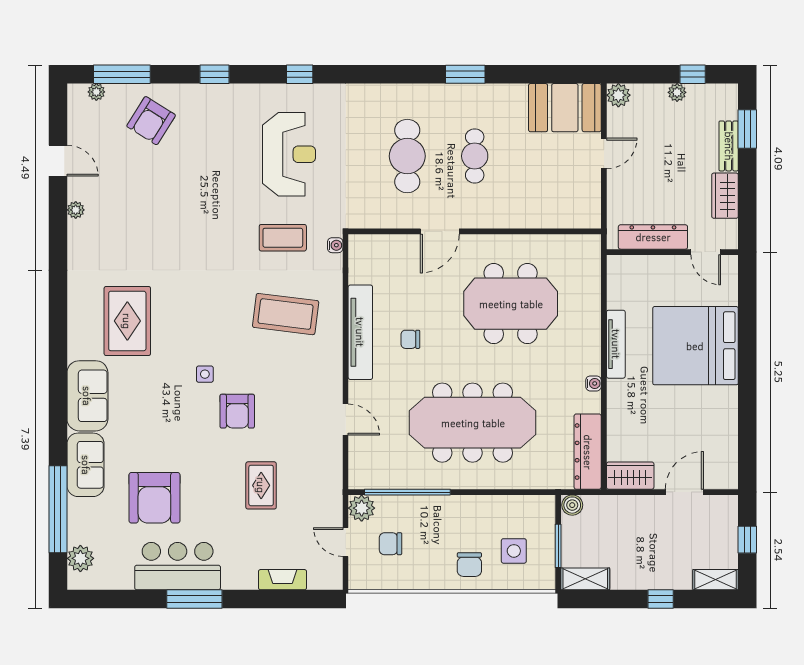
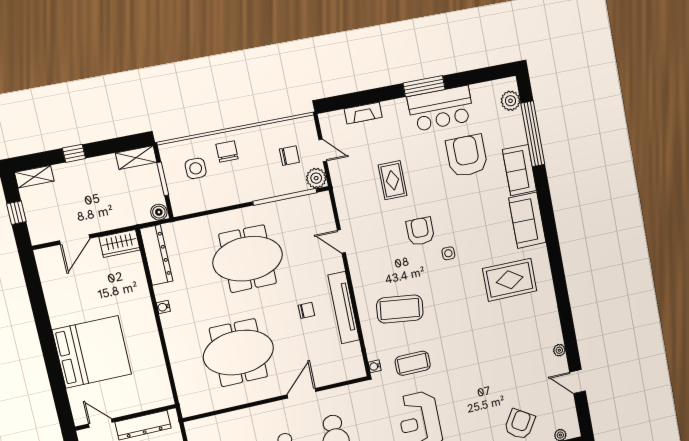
rug: (127, 321) -> (510, 280), turned 90
tv unit: (616, 344) -> (153, 340), removed
meeting table: (473, 423) -> (248, 259), width x0.73

